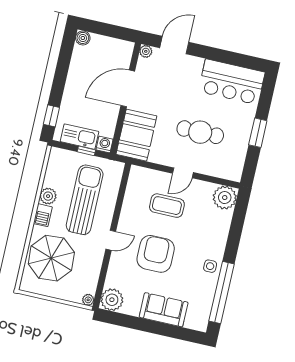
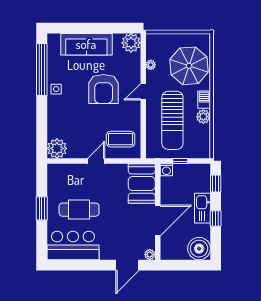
boiler: (83, 38) -> (199, 249), width x1.86, depth x1.86
window: (61, 76) -> (216, 219), added
cafe table: (200, 132) -> (79, 210), moved
kitchen sink: (80, 137) -> (202, 208), moved, turned 90
coffee table: (167, 206) -> (121, 139), moved
plant: (88, 300) -> (151, 65), moved
sofa: (164, 310) -> (86, 44), width x1.36

